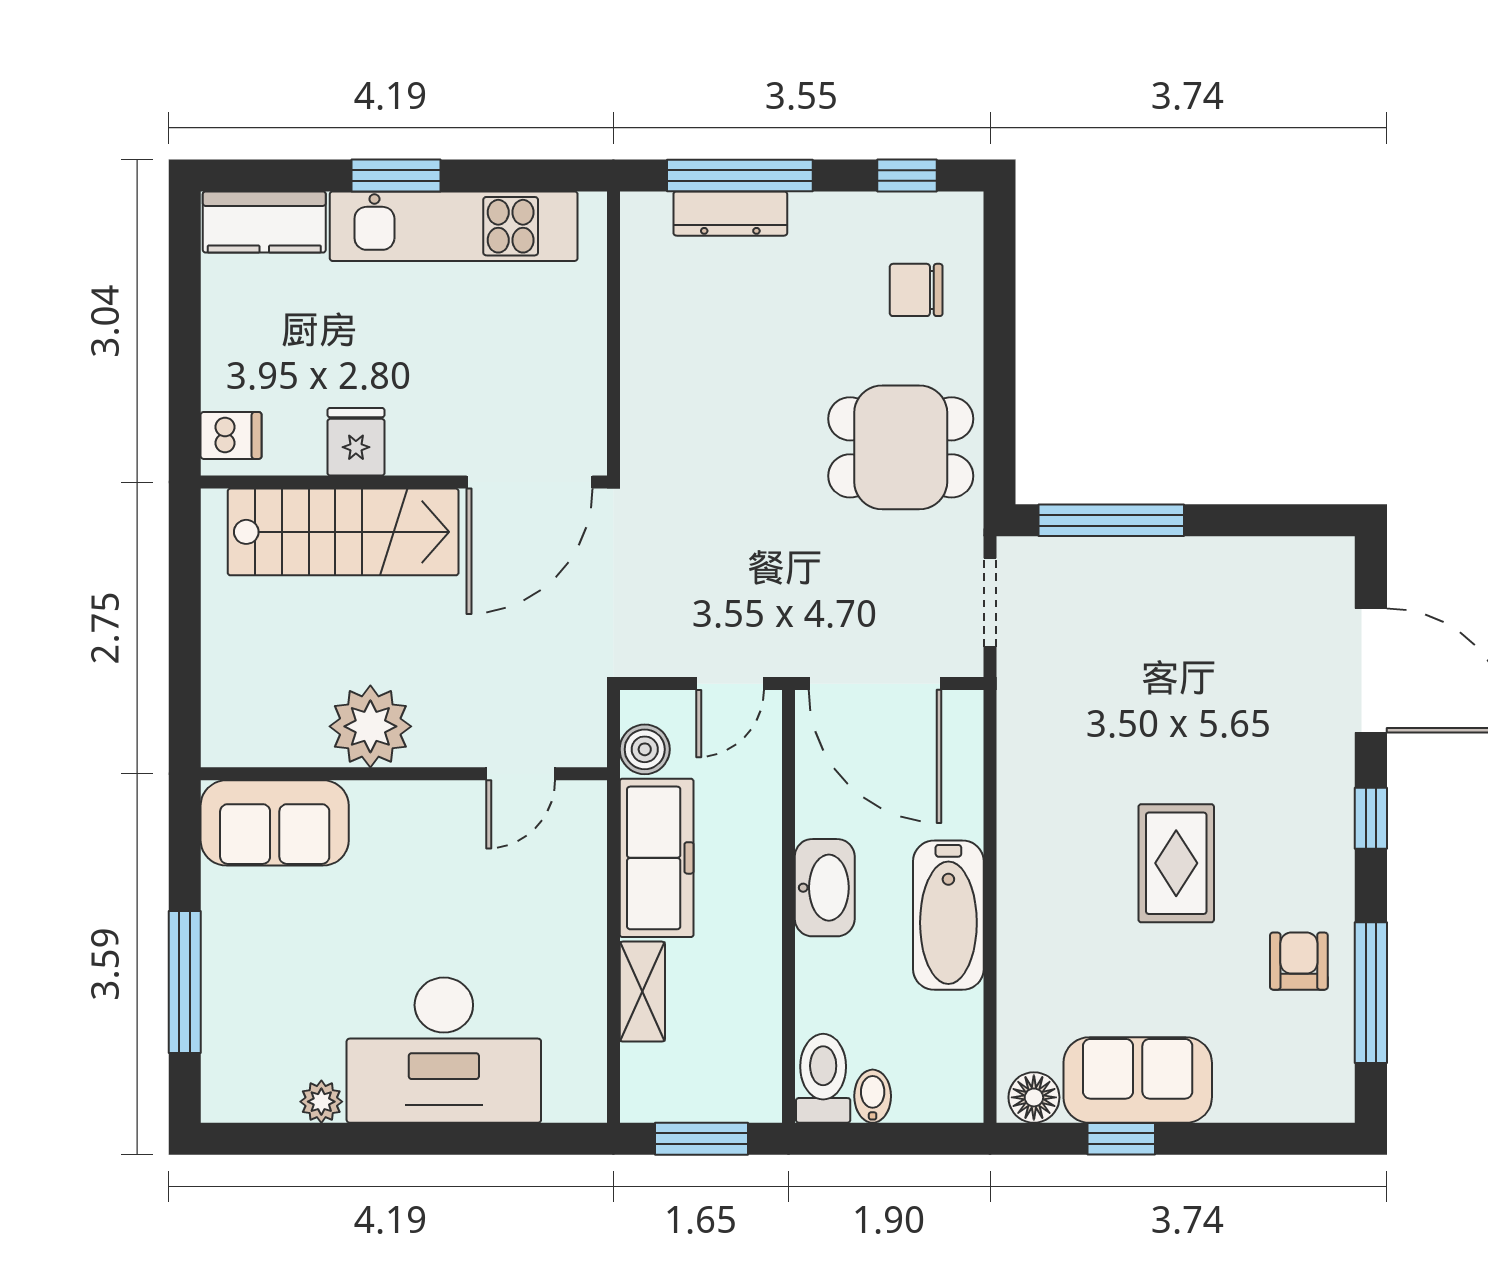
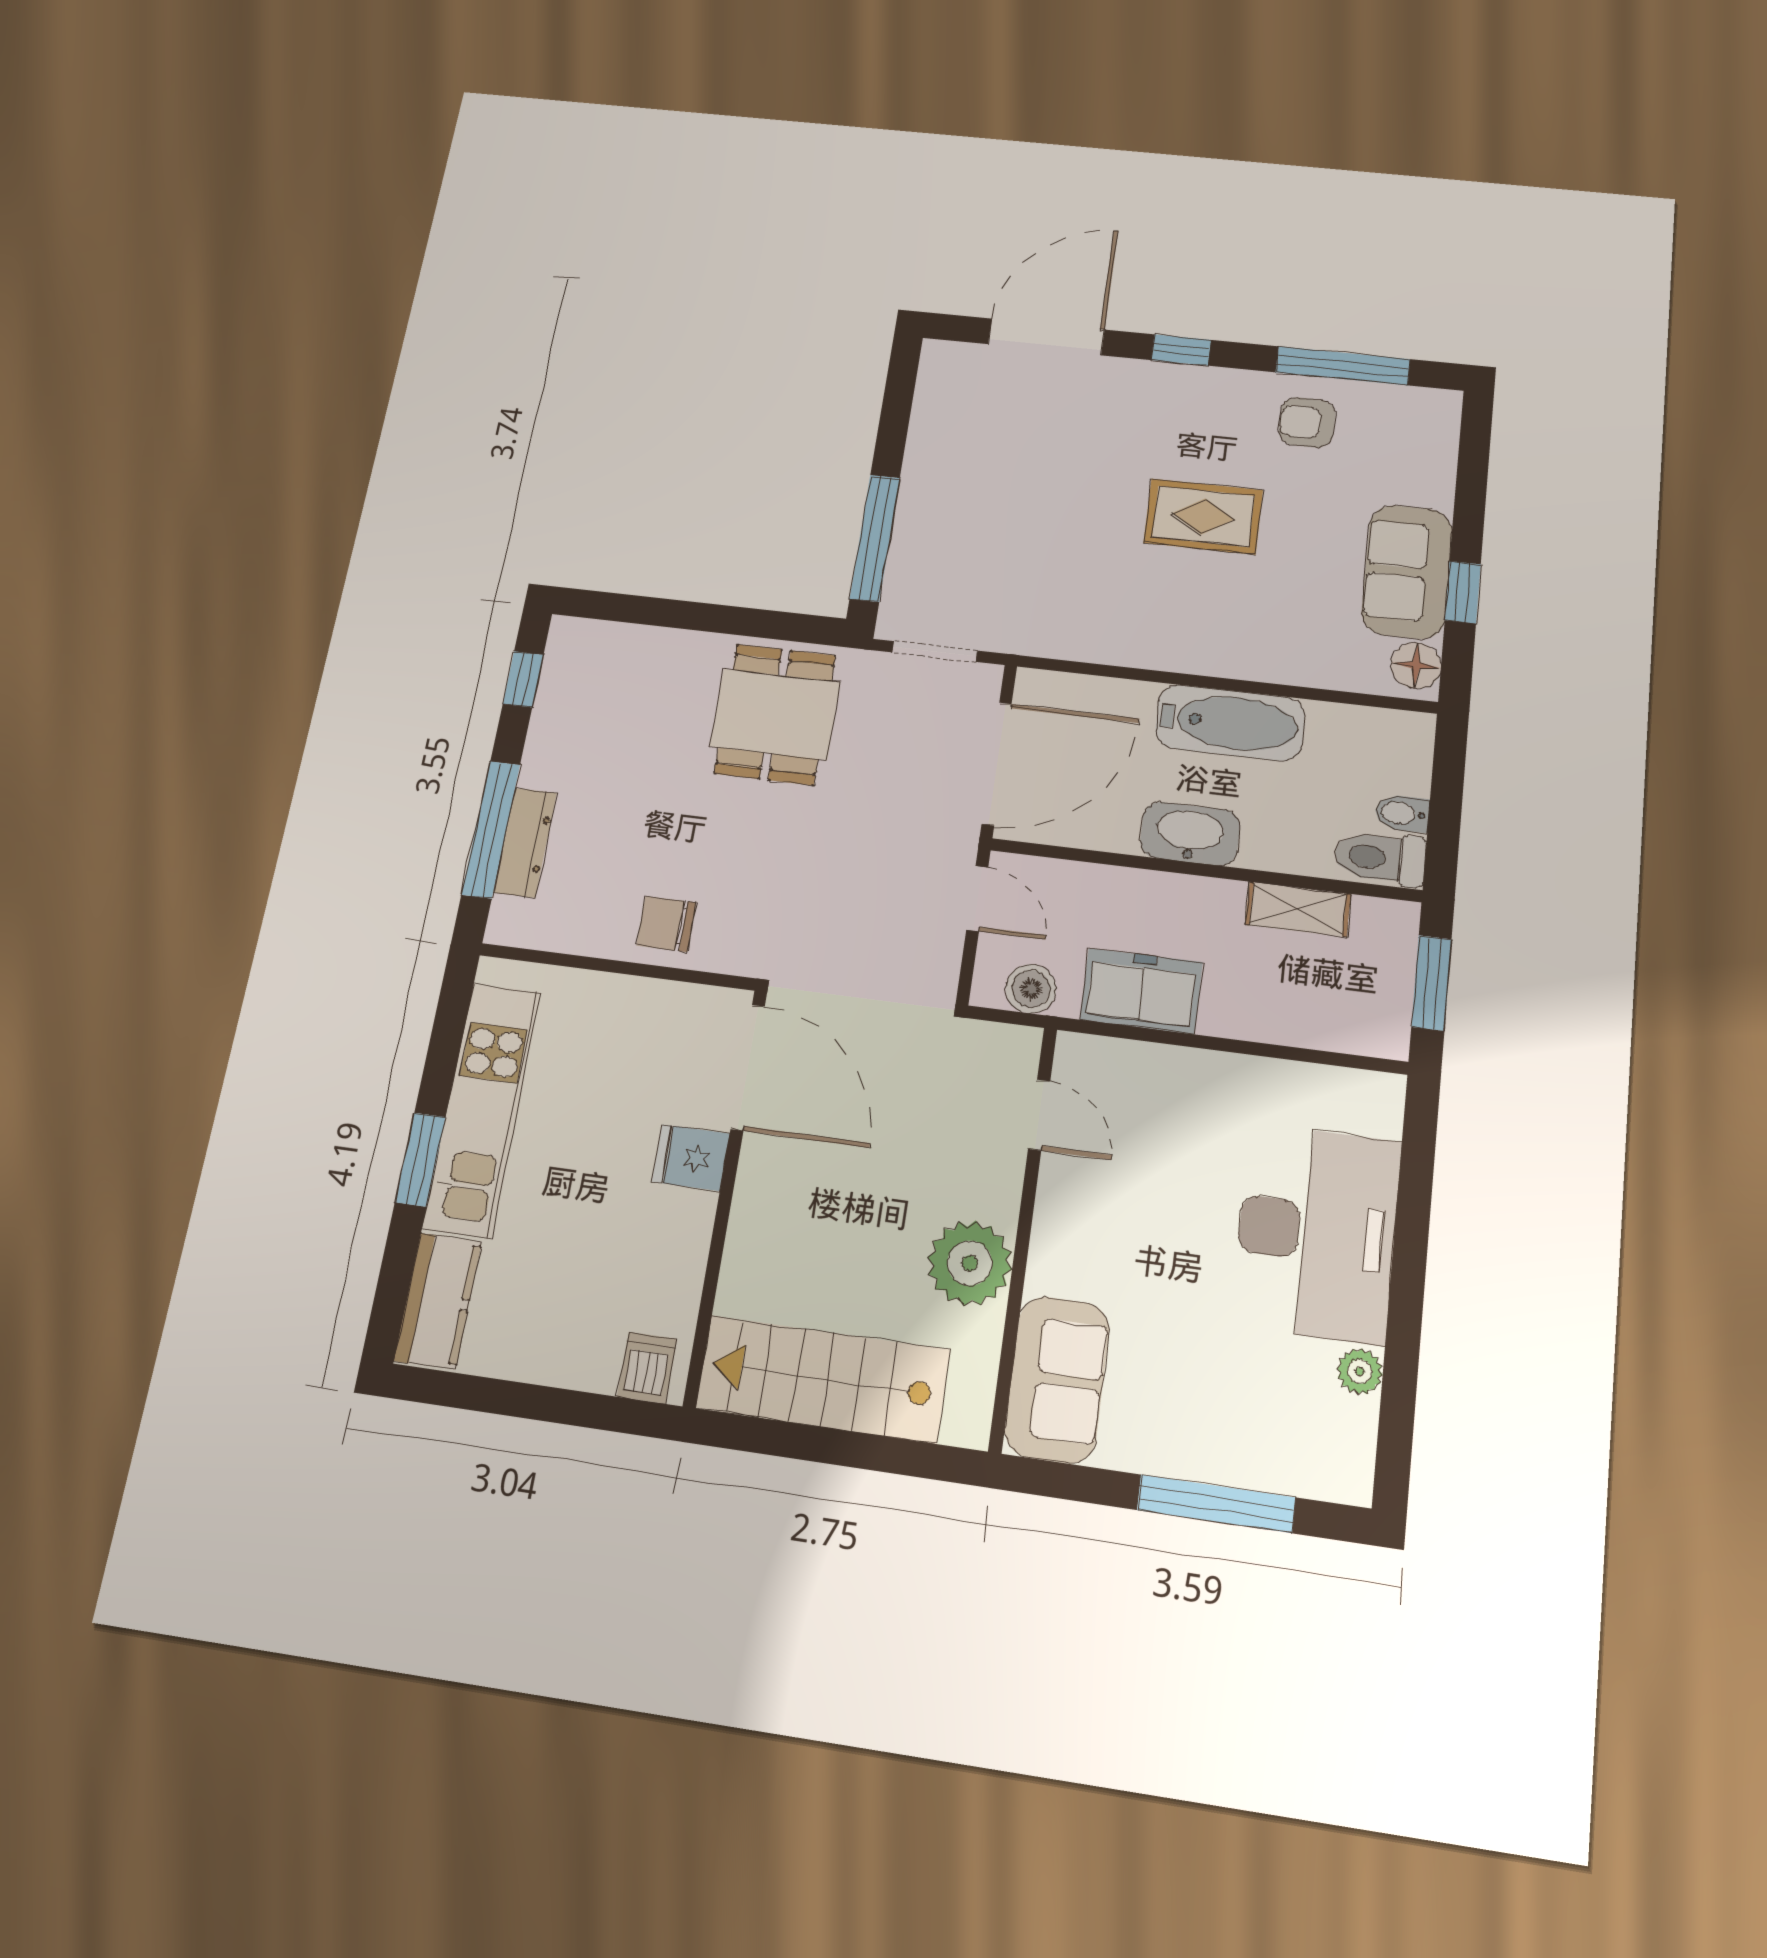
chair: (916, 290) -> (666, 924), moved, turned 90
fridge: (356, 442) -> (691, 1158), moved
stairs: (343, 532) -> (823, 1379), moved, turned -90
freezer: (657, 858) -> (1141, 991), width x0.71
shelving: (642, 992) -> (1298, 909), moved

